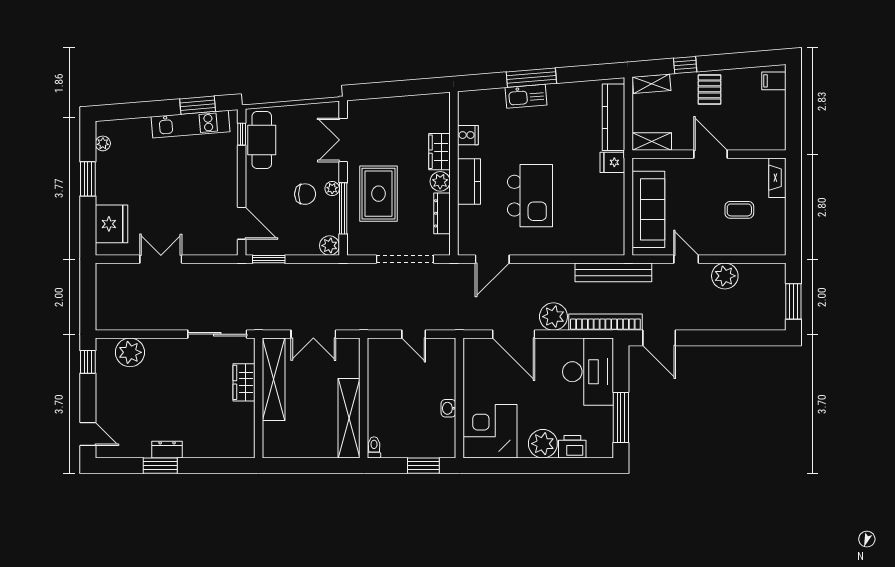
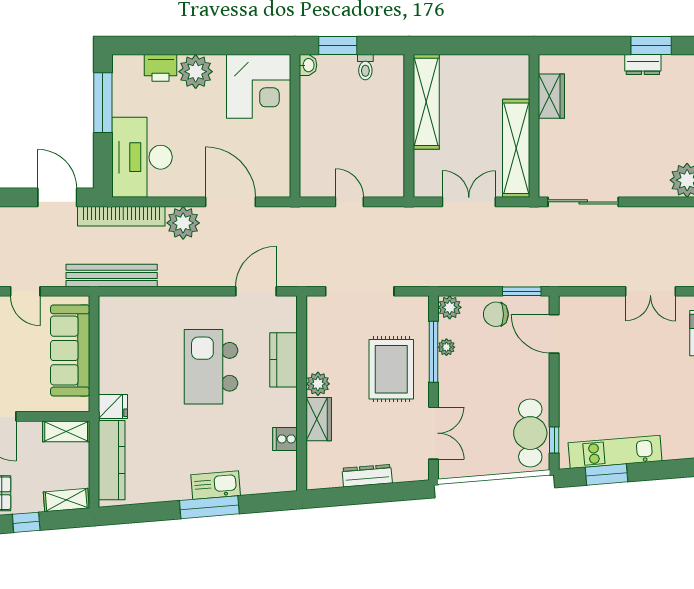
kitchen counter: (469, 182) -> (284, 360), moved
plant: (332, 189) -> (446, 347), moved
chair: (305, 194) -> (496, 314), moved
dresser: (442, 213) -> (367, 476), moved, turned -95
wardrobe: (244, 382) -> (551, 96), moved
washbasin: (448, 408) -> (308, 65), moved
toilet: (374, 447) -> (365, 67), moved

